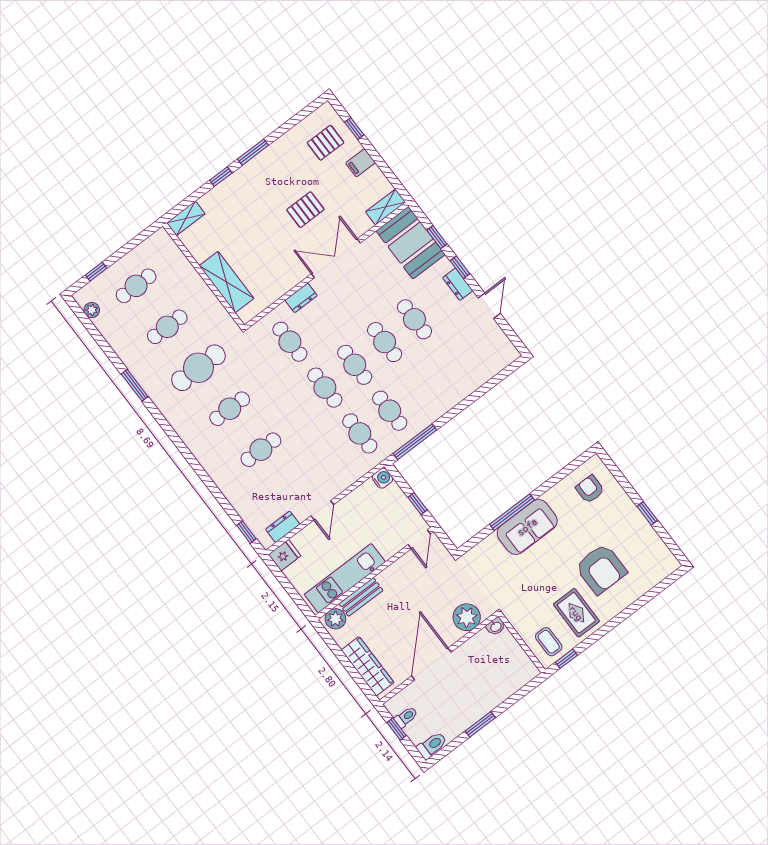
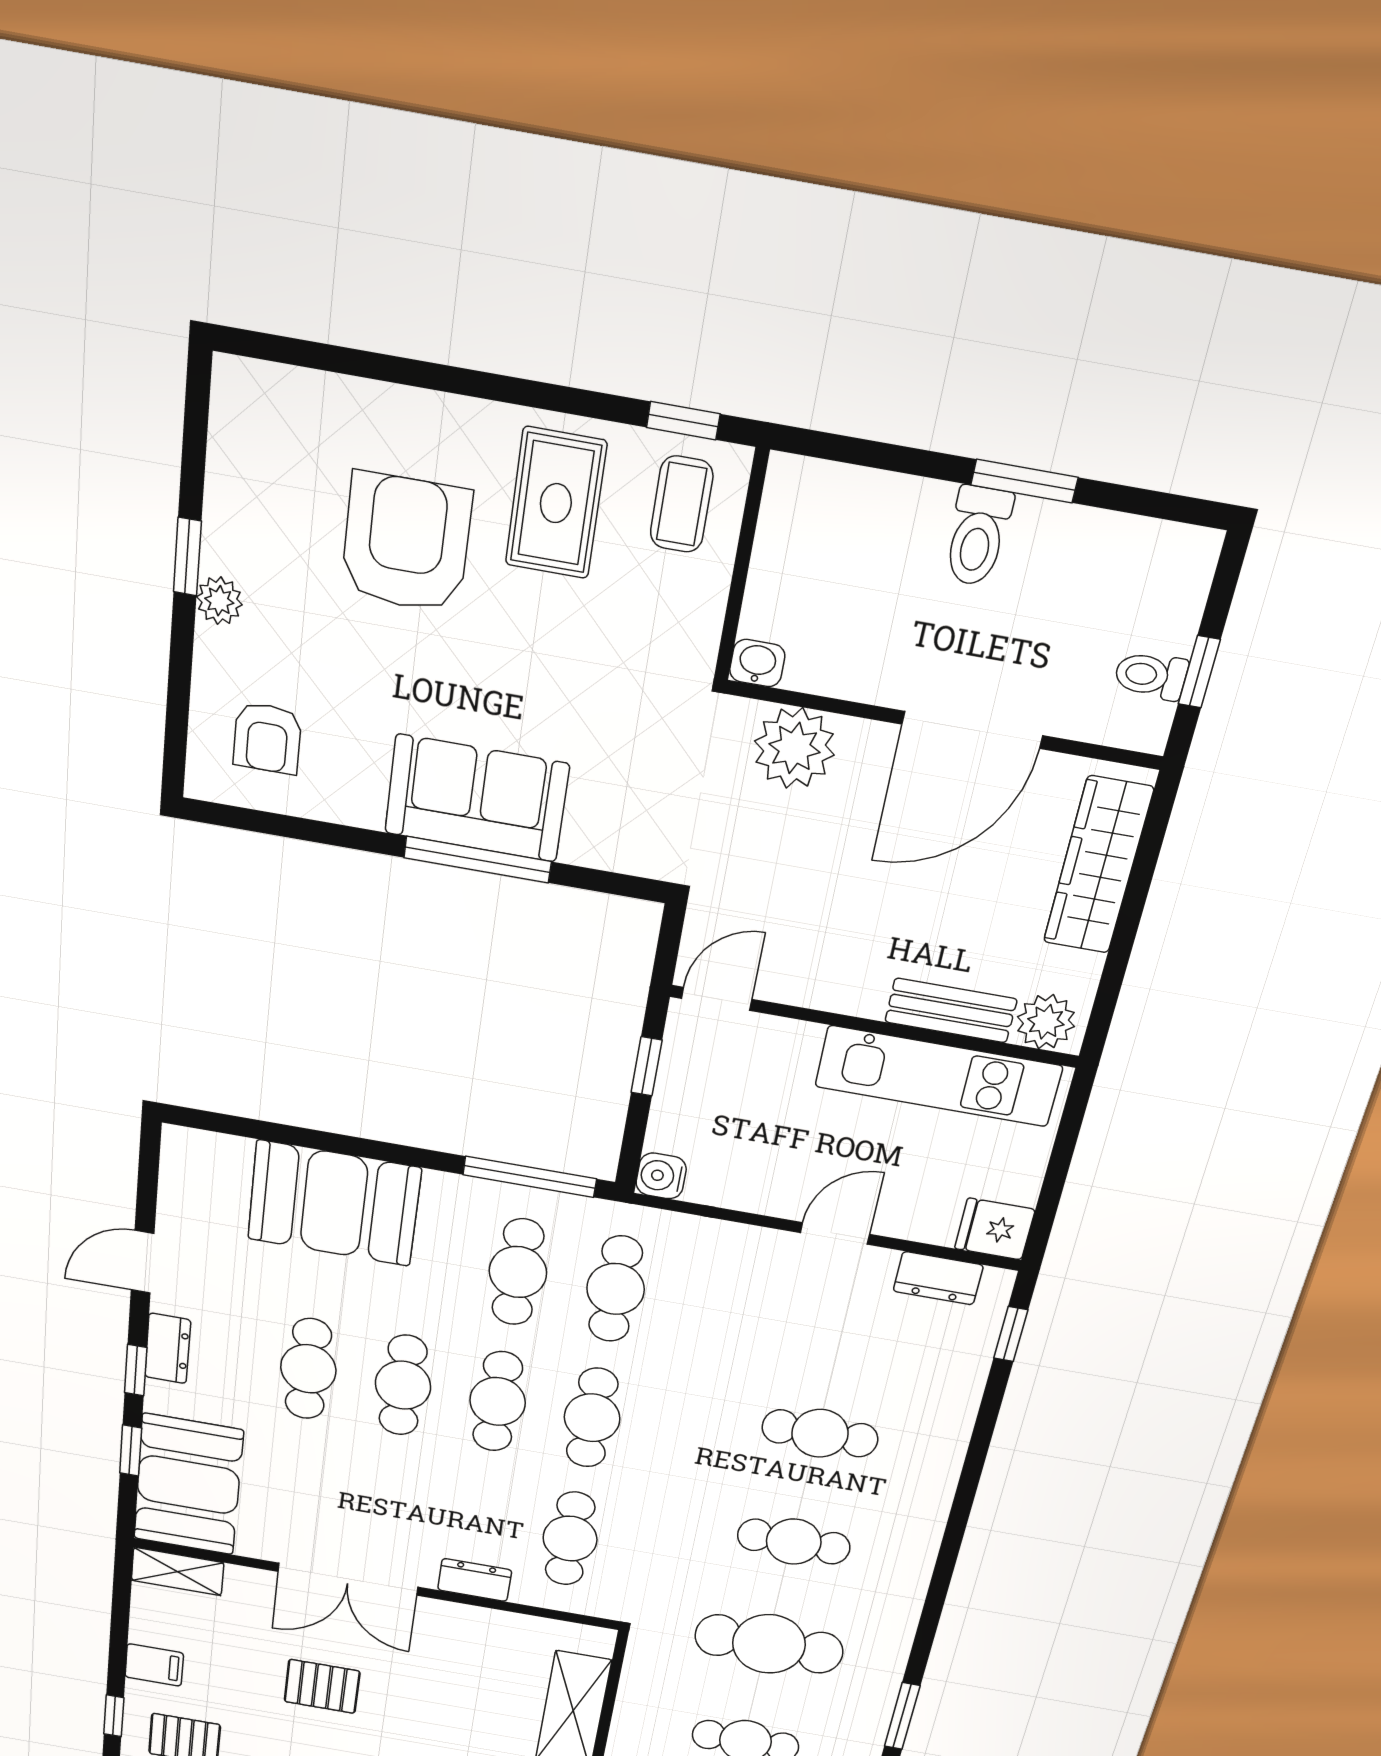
booth: (456, 379) -> (334, 1203), added
plant: (631, 511) -> (219, 601), added
toilet: (432, 745) -> (978, 536), moved, turned -90

